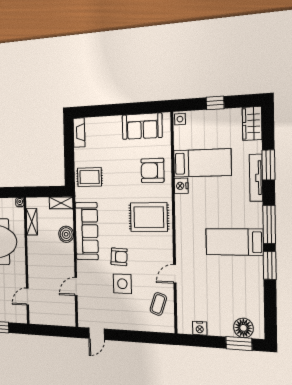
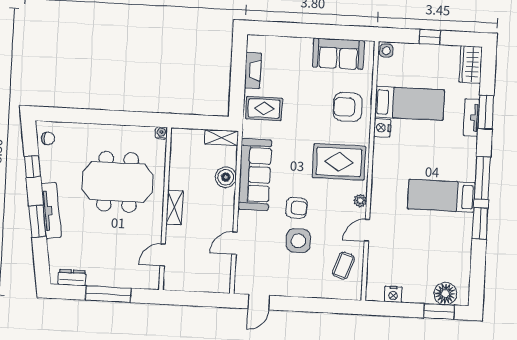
fireplace: (79, 132) -> (253, 70), moved
tv unit: (256, 178) -> (471, 118), width x0.71
shelving: (32, 222) -> (175, 207), moved
plant: (168, 249) -> (360, 201), added

